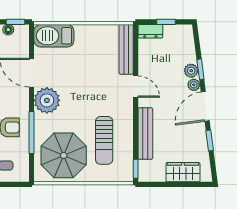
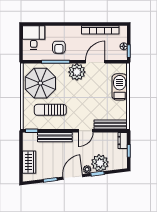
barbecue: (54, 36) -> (120, 87), moved
plant: (191, 71) -> (100, 163), width x1.88, depth x1.88
door: (205, 106) -> (73, 177), hinge flipped

